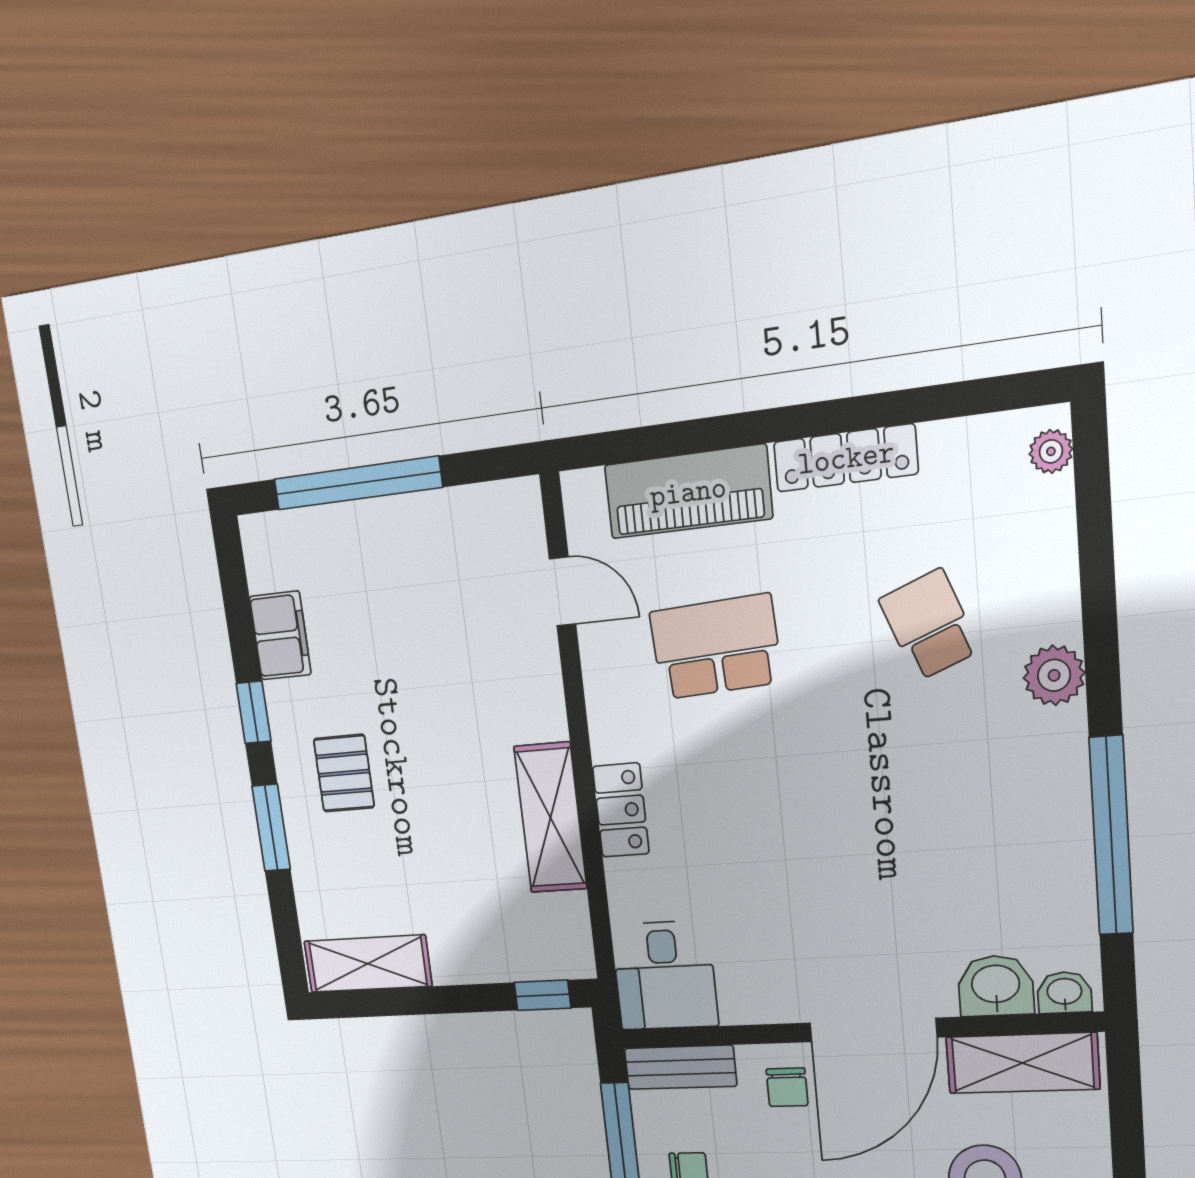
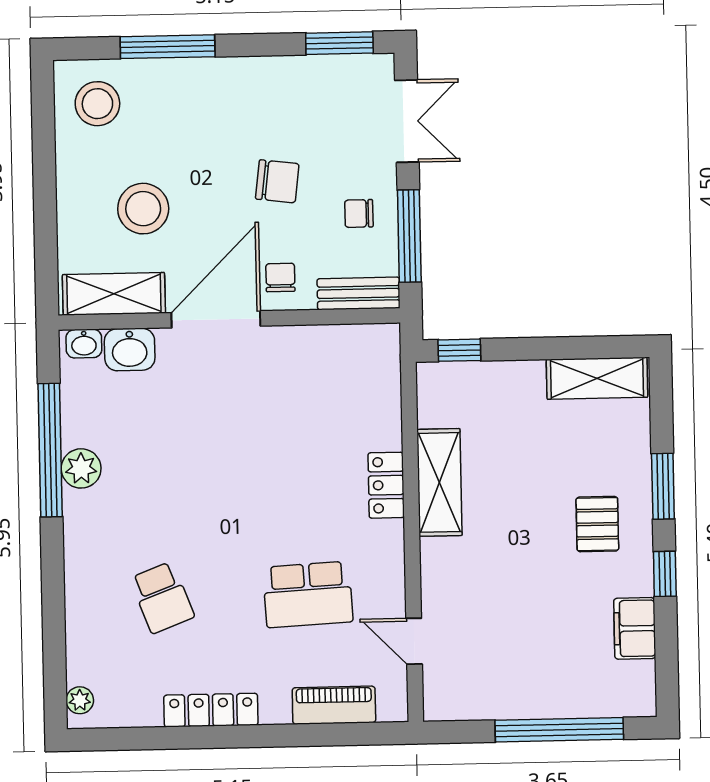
piano: (688, 492) -> (334, 705), width x0.73, depth x0.75
plant: (1054, 675) -> (81, 468), moved
desk: (665, 975) -> (364, 363), removed

